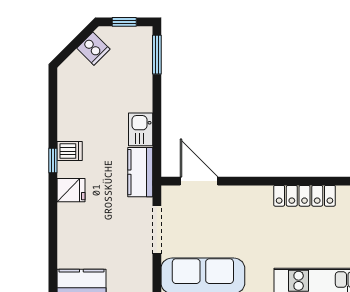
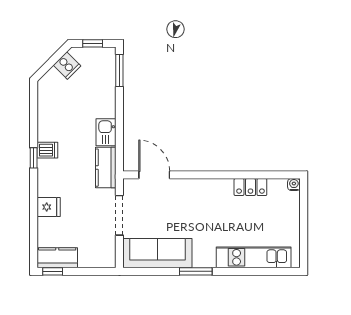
fridge: (71, 190) -> (49, 207), moved
locker: (305, 196) -> (250, 187), width x0.66

